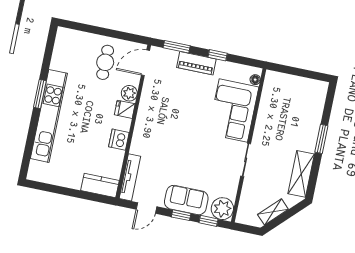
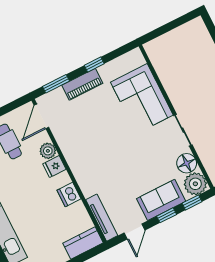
floor lamp: (255, 80) -> (187, 163), moved, width x1.89, depth x1.89

